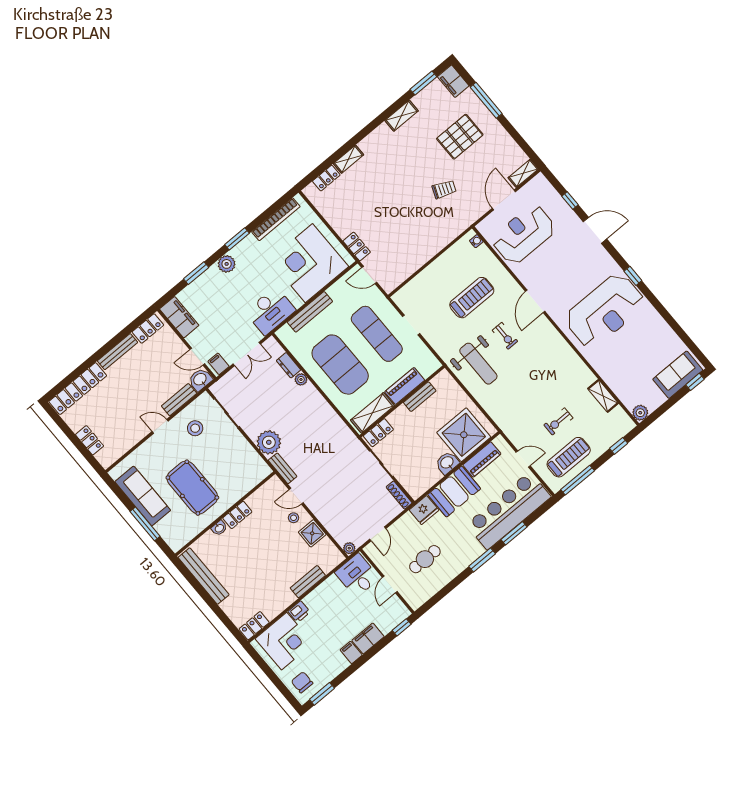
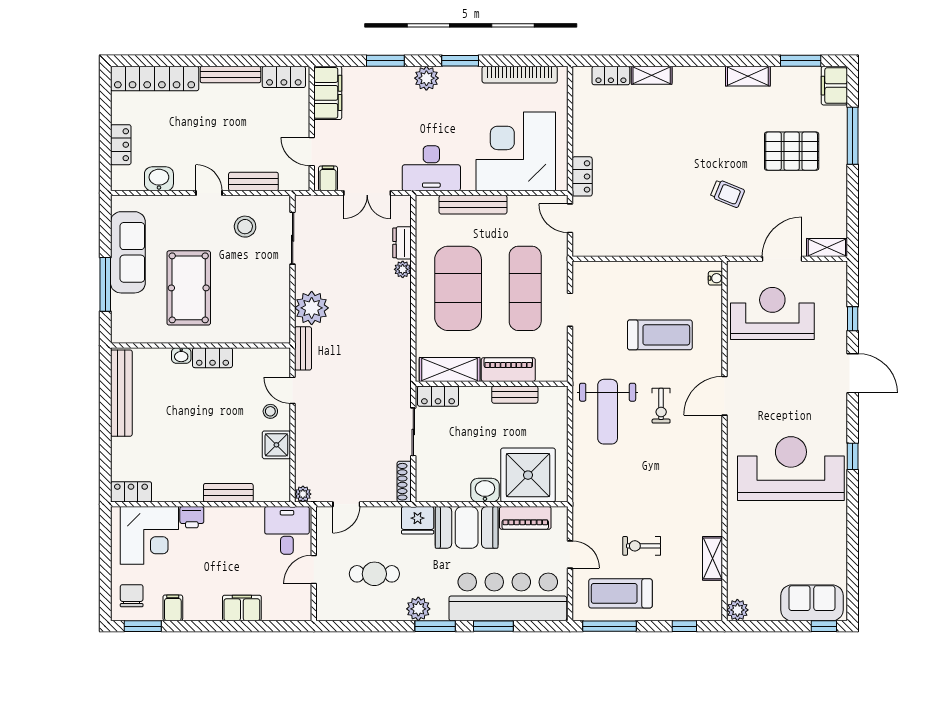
reception desk: (605, 311) -> (791, 469), turned 180
washbasin: (200, 380) -> (159, 179), moved
treadmill: (569, 457) -> (620, 593), turned 180
plant: (465, 558) -> (418, 609), added
window: (402, 627) -> (288, 626), removed
filing cabinet: (351, 652) -> (173, 608), moved

